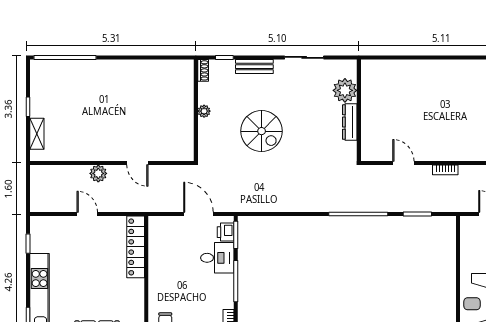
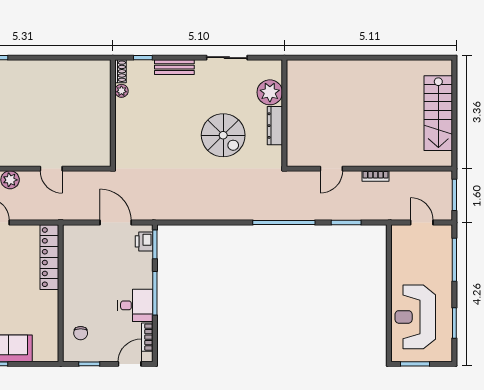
plant: (204, 111) -> (121, 91), moved
spiral stairs: (262, 131) -> (223, 135), moved
door: (403, 163) -> (331, 169), swing flipped
desk: (217, 258) -> (135, 305), moved

